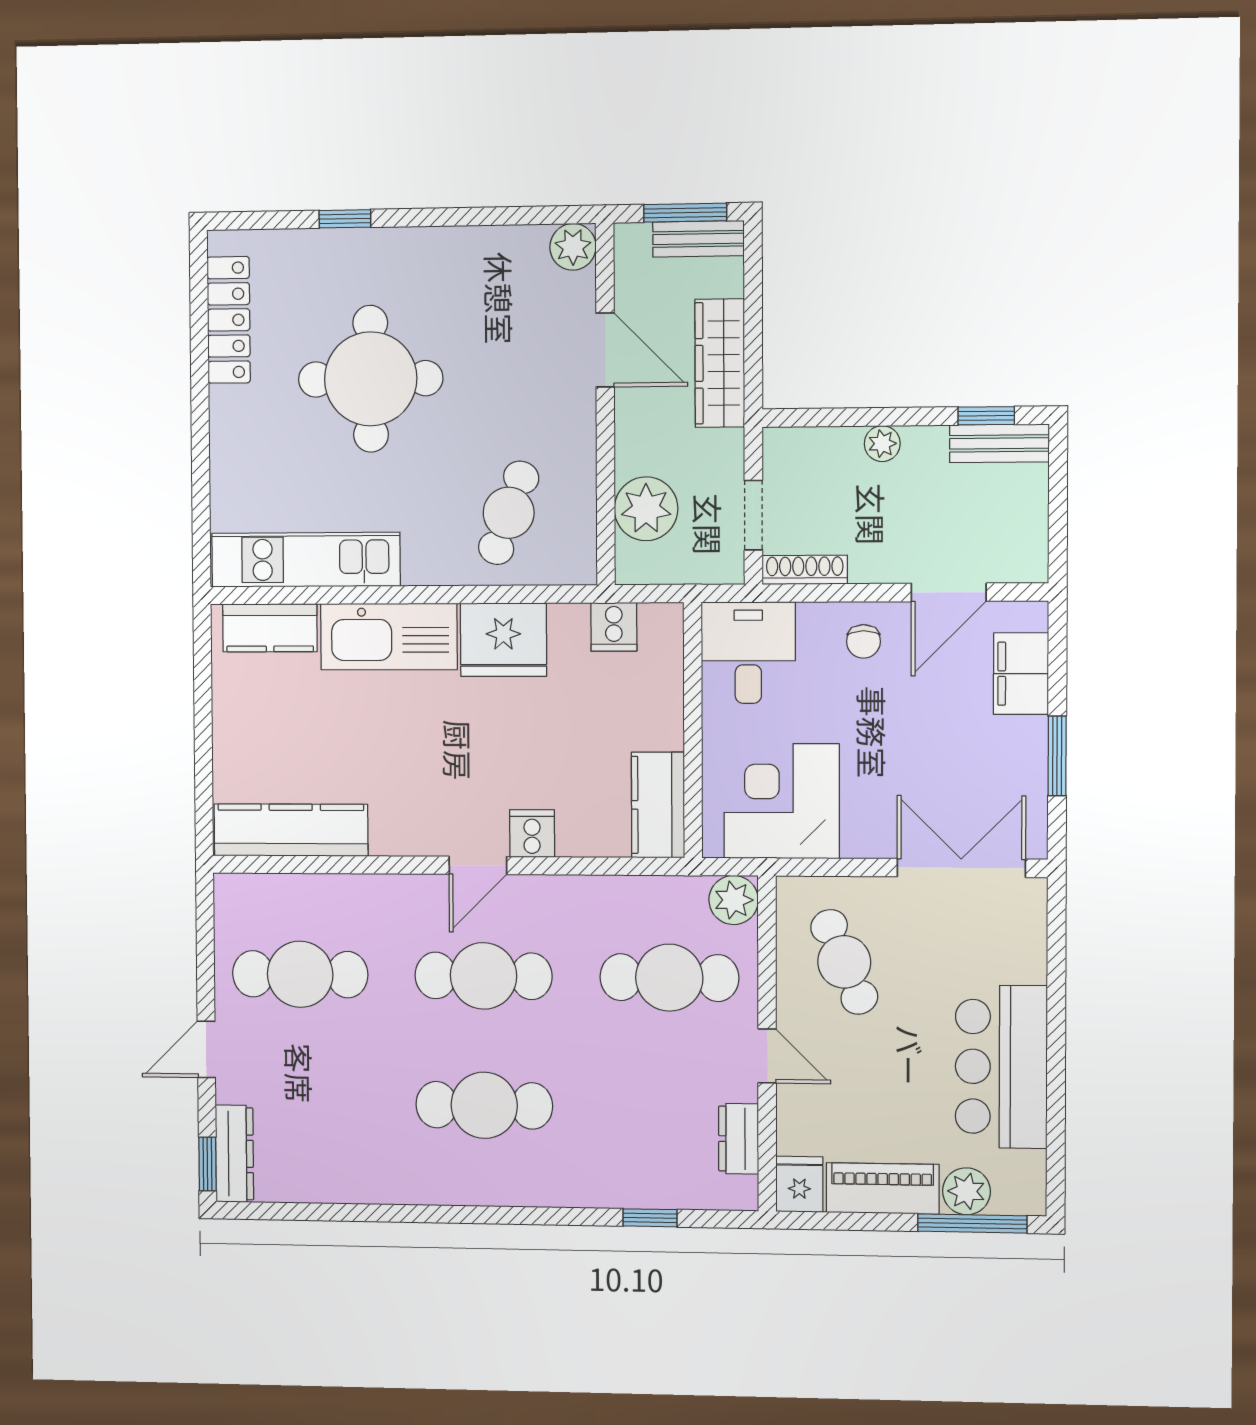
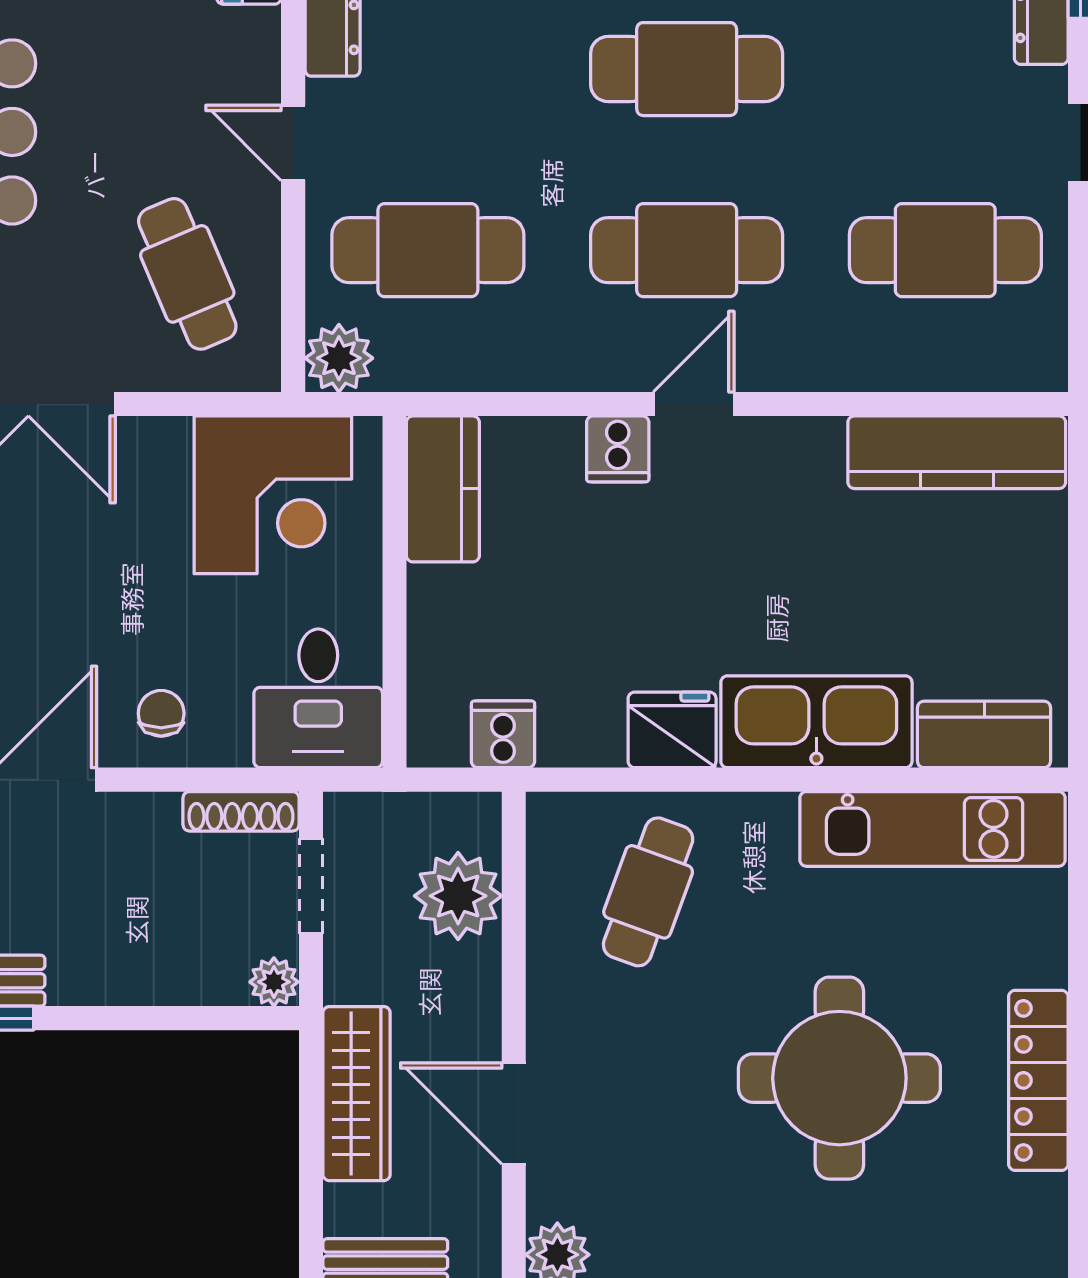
locker: (229, 320) -> (1038, 1080), moved
plant: (882, 444) -> (274, 982), moved
fridge: (503, 640) -> (672, 730), width x0.73, depth x0.75

